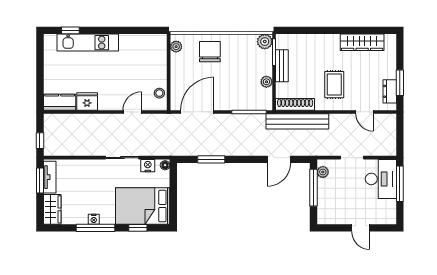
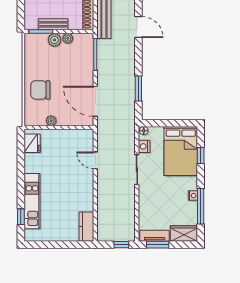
plant: (265, 42) -> (54, 40), moved
plant: (176, 47) -> (51, 121), moved
stool: (159, 93) -> (78, 136), removed
fridge: (87, 102) -> (32, 143), moved, turned 180
window: (96, 228) -> (201, 206), moved

